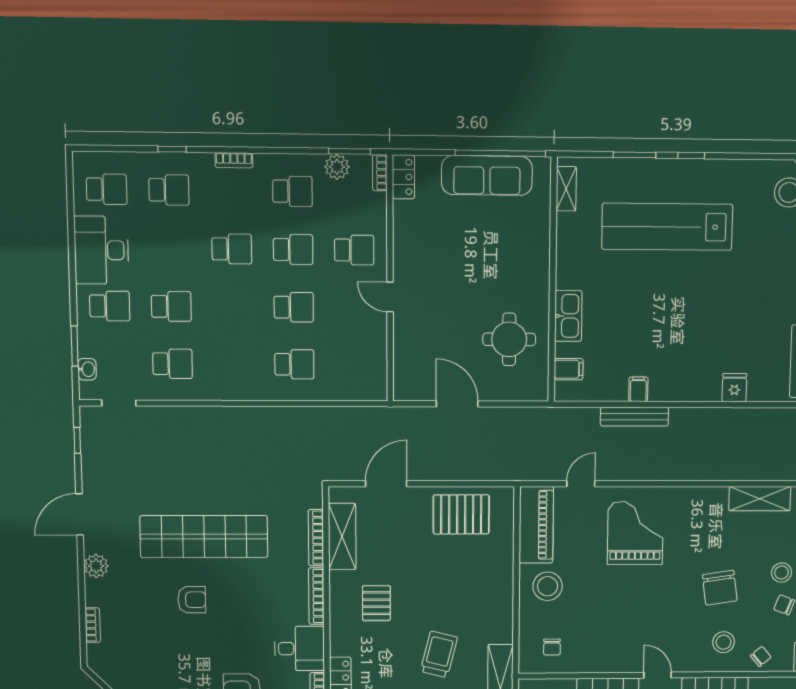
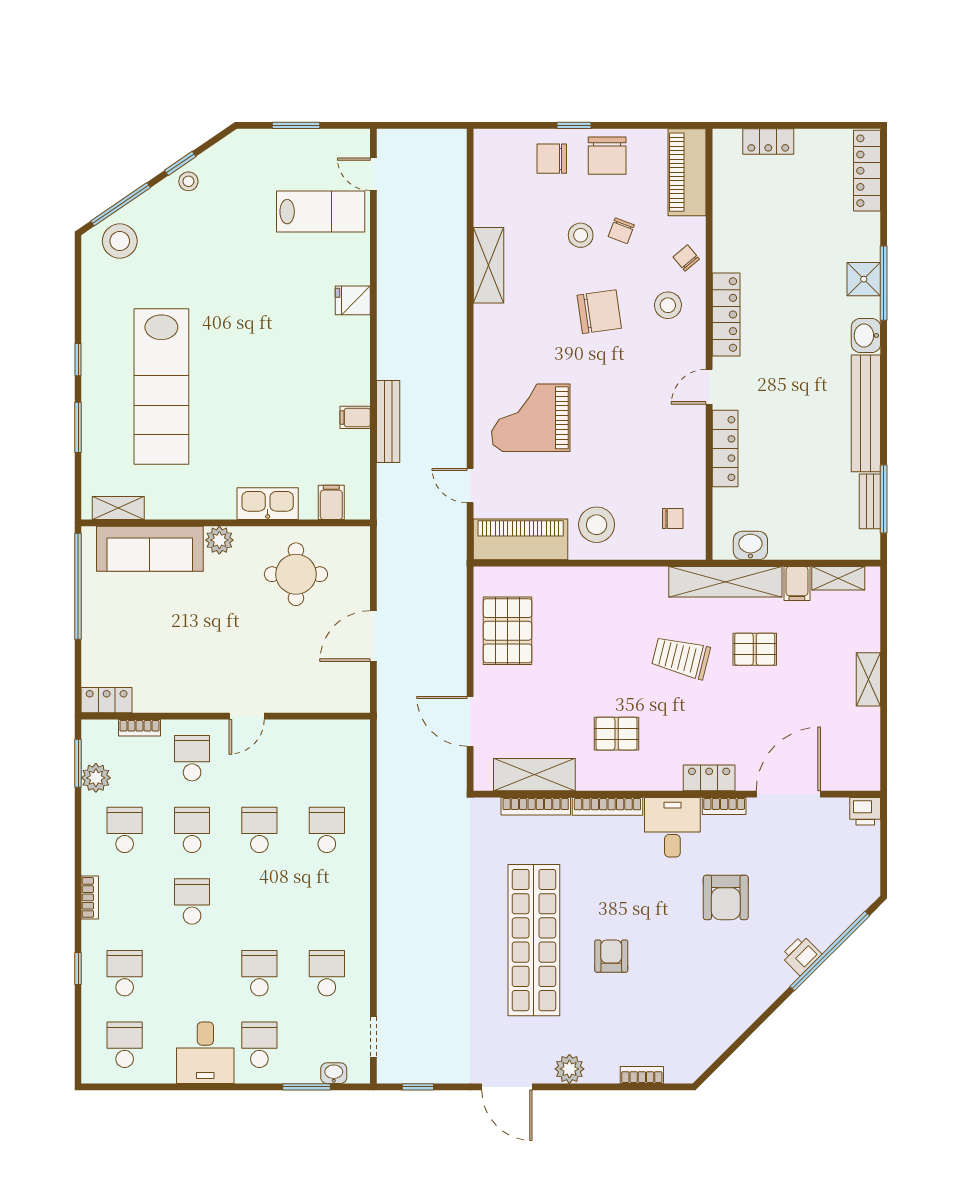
bookcase: (380, 173) -> (140, 728), moved
sofa: (487, 175) -> (150, 549), moved, turned 90
desk: (101, 250) -> (205, 1053), width x0.73
plant: (538, 275) -> (219, 540), added

